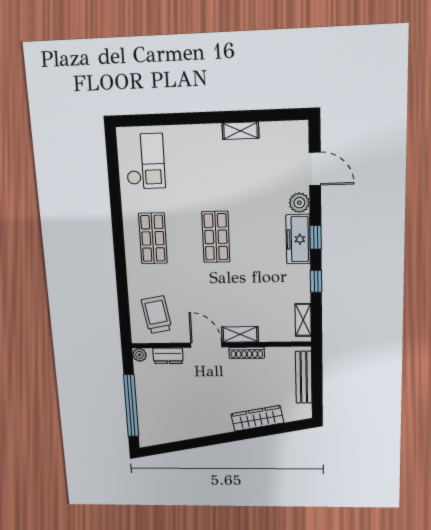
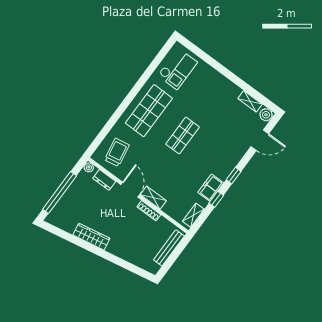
shelving: (241, 131) -> (250, 101), moved
door: (315, 169) -> (260, 140), hinge flipped
plant: (299, 203) -> (266, 115), moved
shop shelf: (153, 238) -> (149, 111), width x1.43, depth x1.36
freezer: (298, 239) -> (211, 188), moved, width x0.71
wardrobe: (257, 418) -> (91, 237), moved

